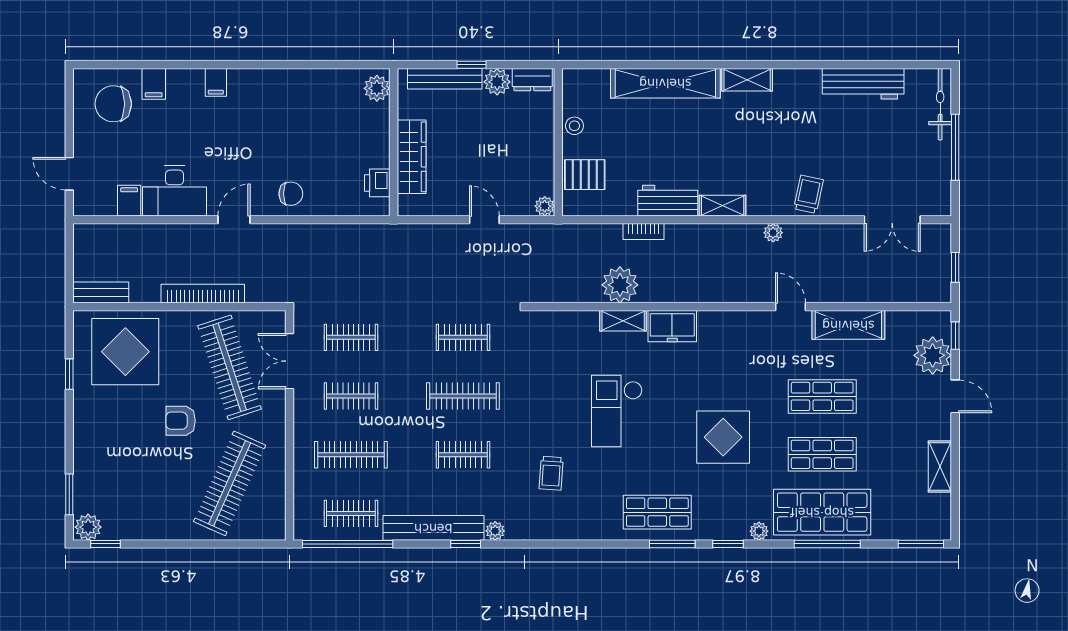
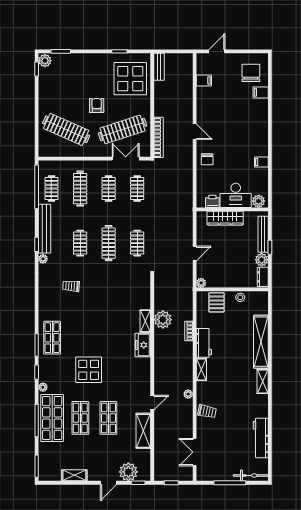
filing cabinet: (216, 82) -> (261, 162), moved
desk: (174, 191) -> (236, 195), moved, turned -90
bookcase: (203, 294) -> (158, 137), moved
checkout: (617, 411) -> (101, 318), removed

